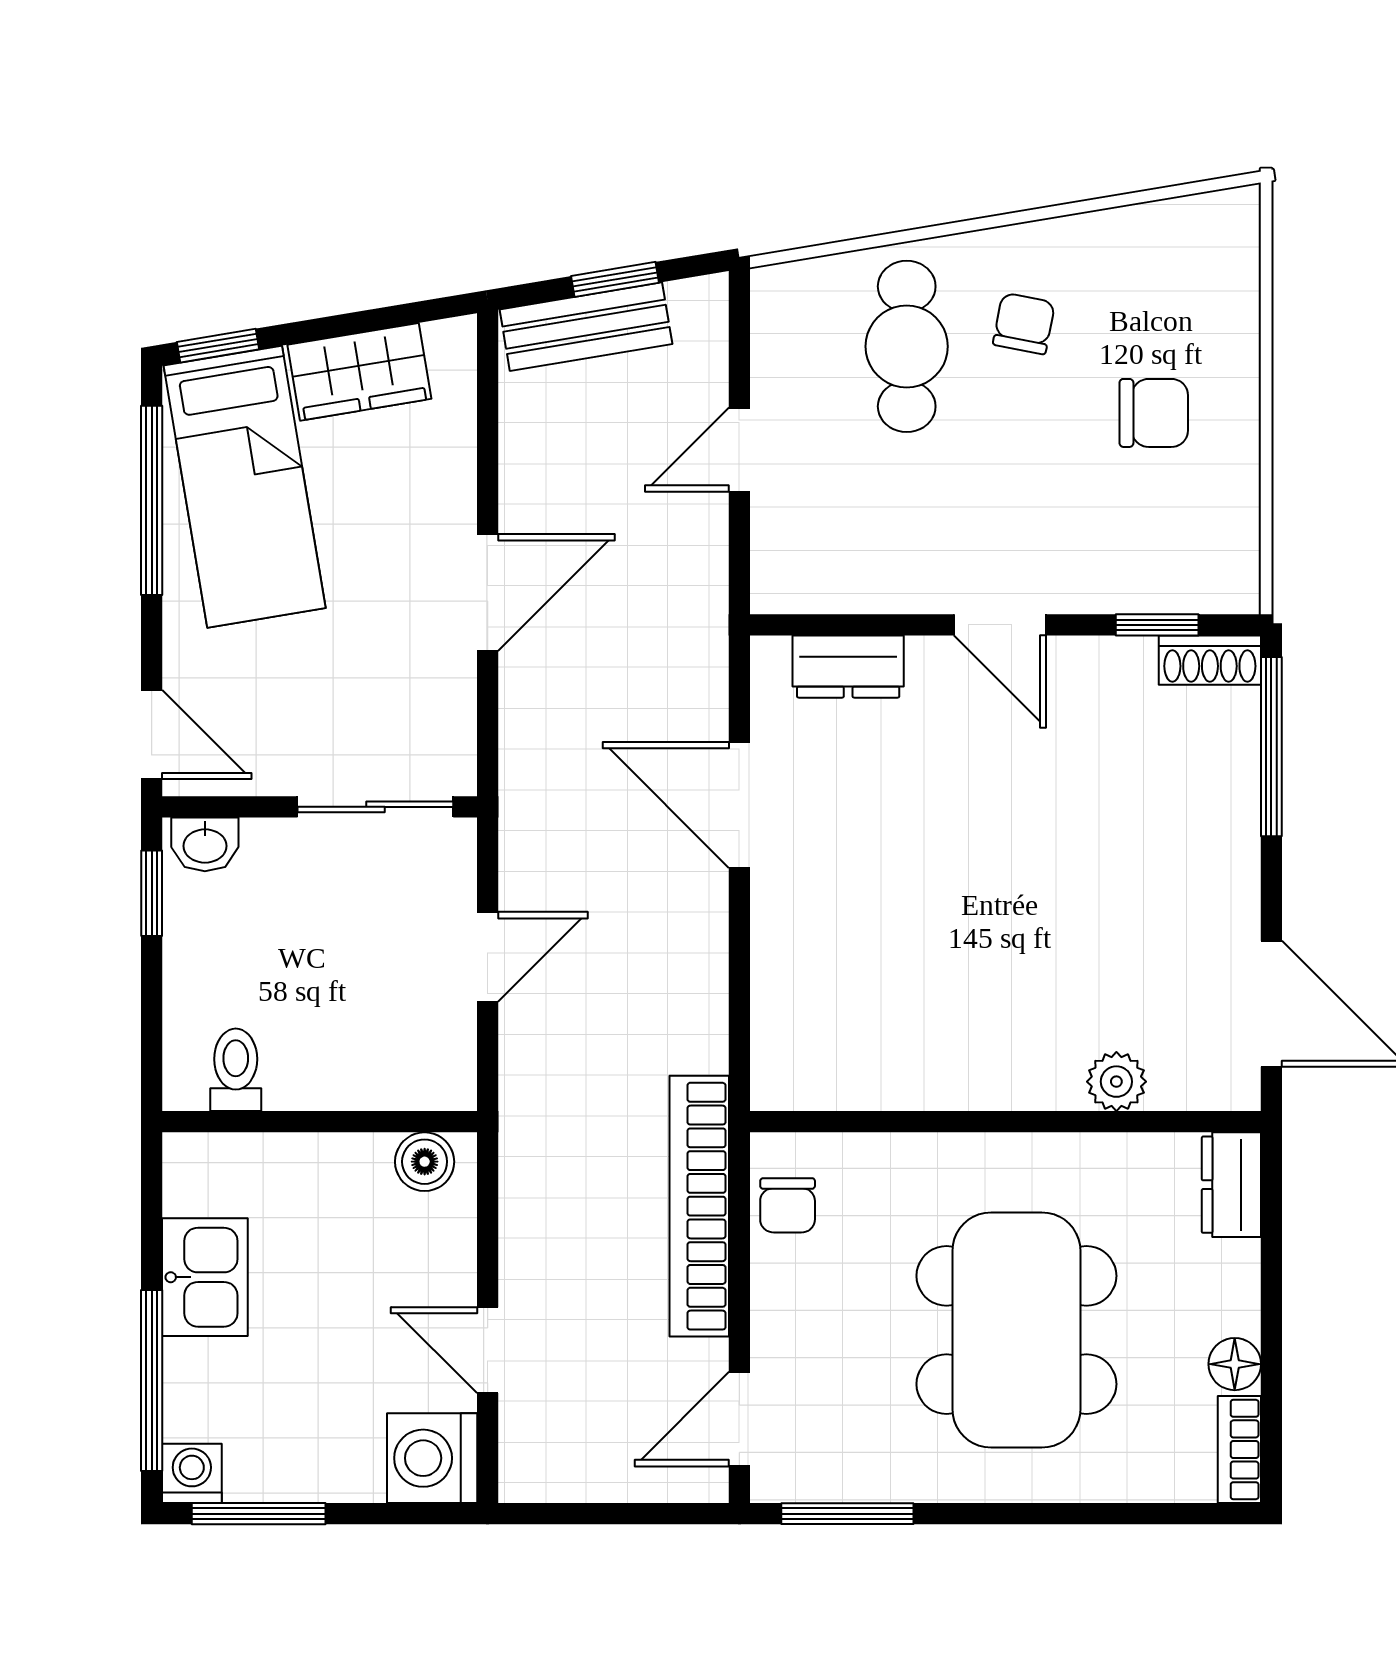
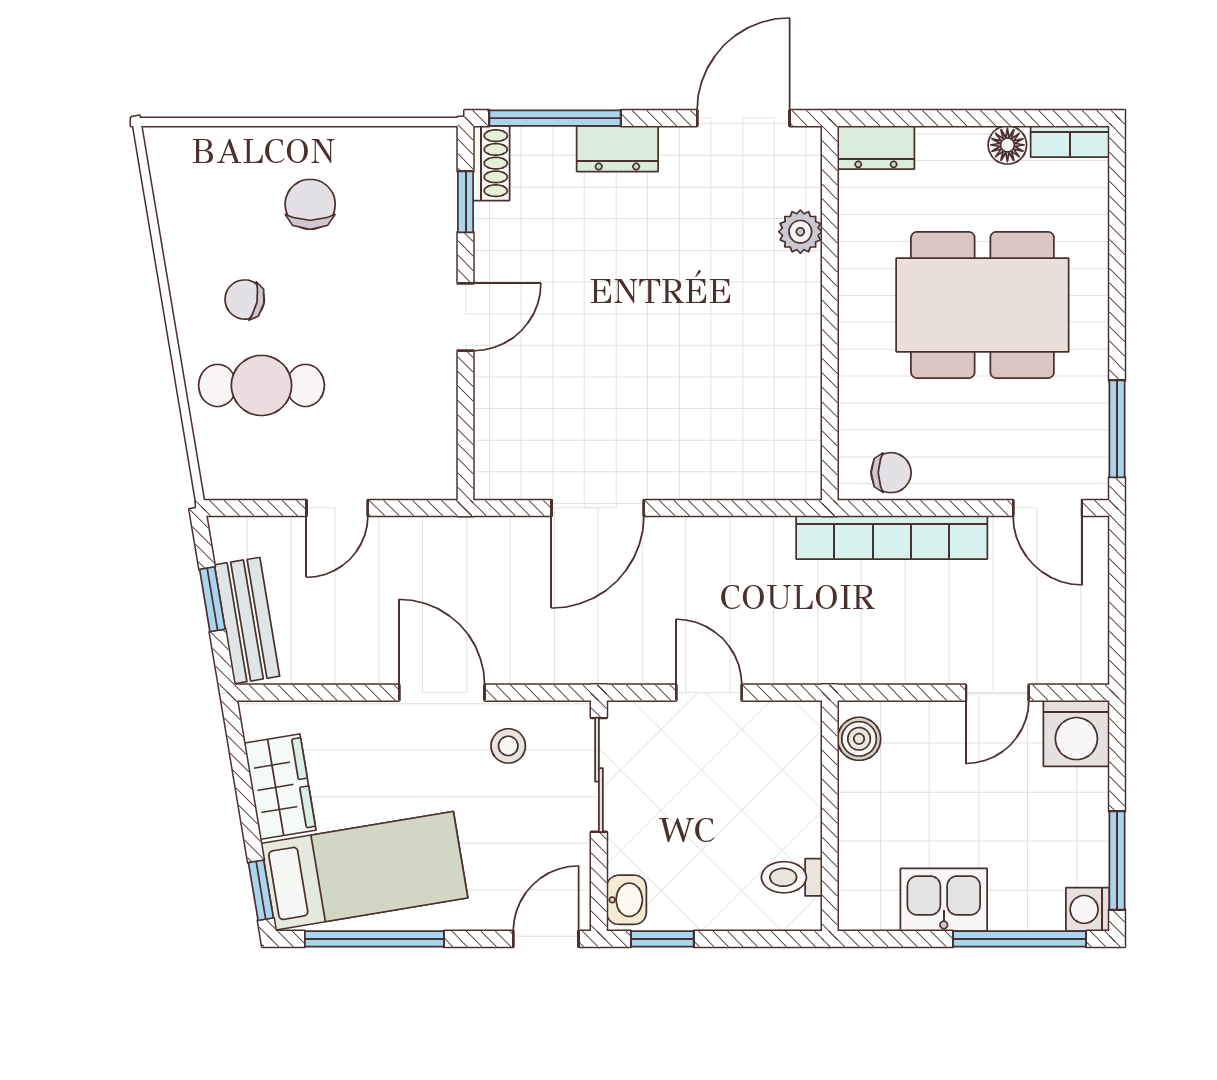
door: (739, 450) -> (337, 508), hinge flipped
dresser: (848, 667) -> (617, 149), moved, turned 90
stool: (415, 683) -> (508, 746), added

